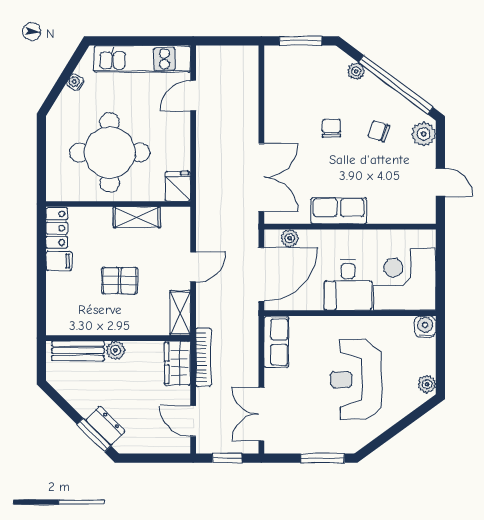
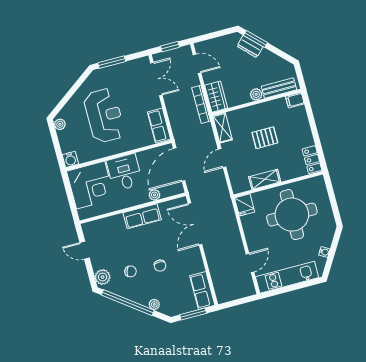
row of seats: (277, 73) -> (202, 290), added
plant: (290, 238) -> (154, 195), moved
filing cabinet: (59, 261) -> (295, 100), moved

